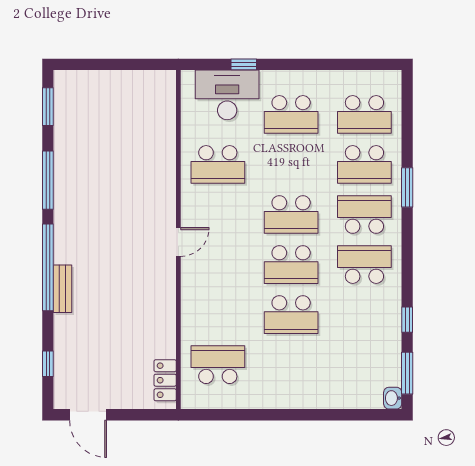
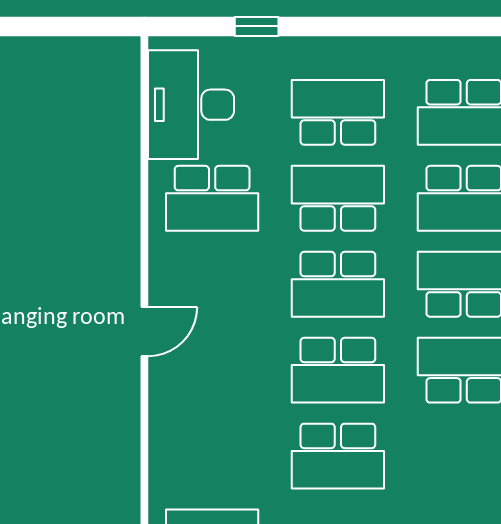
desk: (227, 95) -> (191, 105), moved, turned -90
school desk: (291, 114) -> (338, 112), turned 180
school desk: (291, 164) -> (338, 198), added

